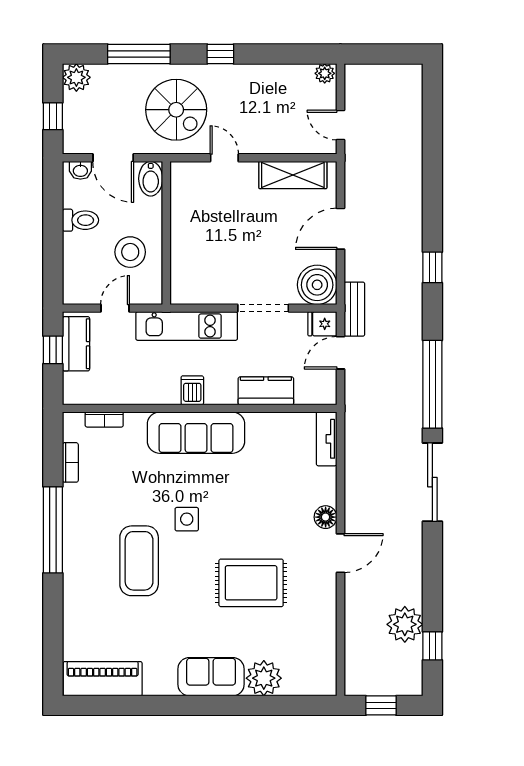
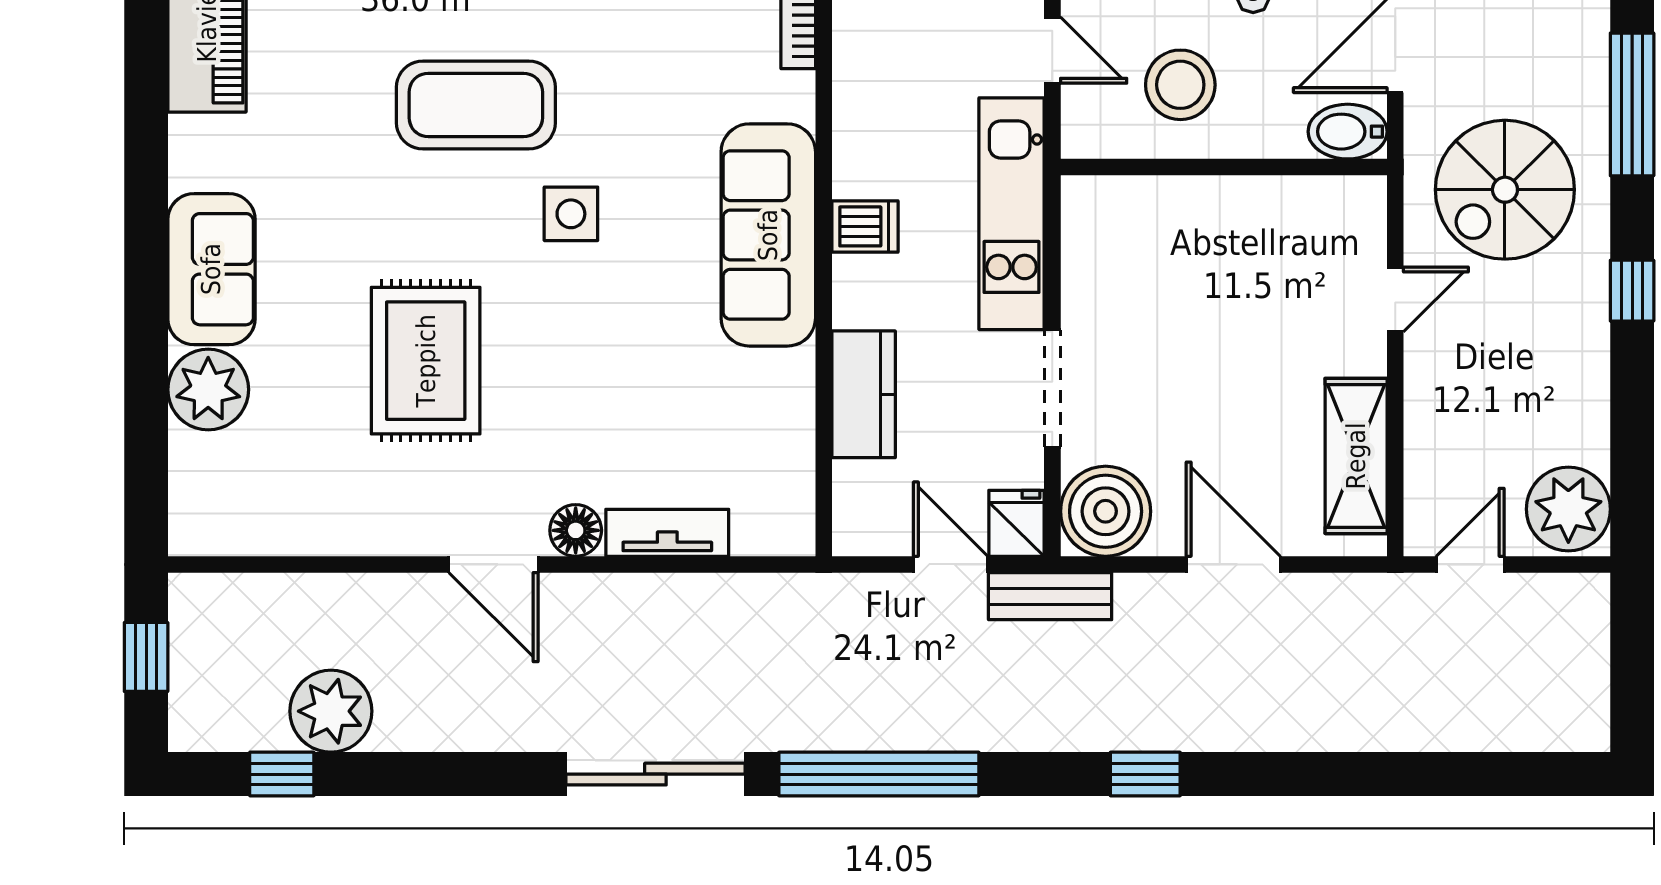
plant: (325, 73) -> (1568, 509), width x1.88, depth x1.88
tv unit: (327, 439) -> (667, 533), moved

